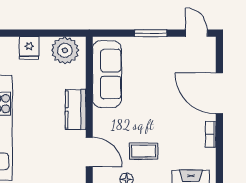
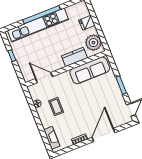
kitchen counter: (76, 110) -> (74, 57), moved
door: (89, 152) -> (44, 78), swing flipped

